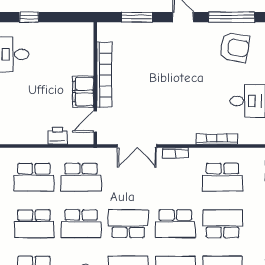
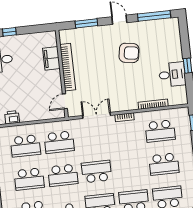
armchair: (234, 47) -> (129, 53), moved
filing cabinet: (83, 92) -> (51, 58), moved
printer: (57, 136) -> (12, 117), moved
double door: (137, 146) -> (97, 115), swing flipped
school desk: (175, 224) -> (130, 168), removed
school desk: (223, 224) -> (164, 164), turned 180

